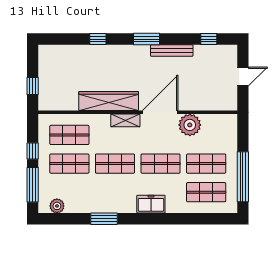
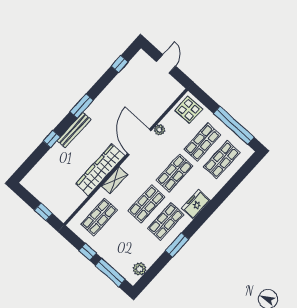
bench: (172, 50) -> (74, 130), moved
shelving: (125, 120) -> (115, 180), moved
plant: (190, 125) -> (160, 130), width x0.53, depth x0.53
display table: (223, 128) -> (189, 109), added
shop shelf: (69, 164) -> (166, 221), moved

